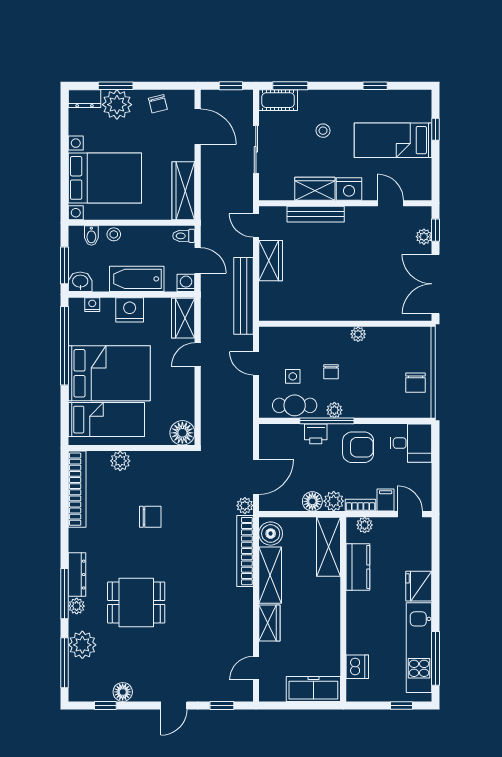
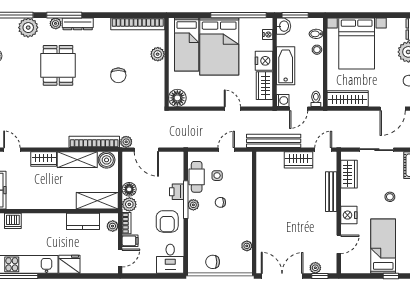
wardrobe: (315, 189) -> (349, 174), moved
wardrobe: (183, 318) -> (264, 86), moved, turned -90
plant: (358, 334) -> (247, 246), moved

